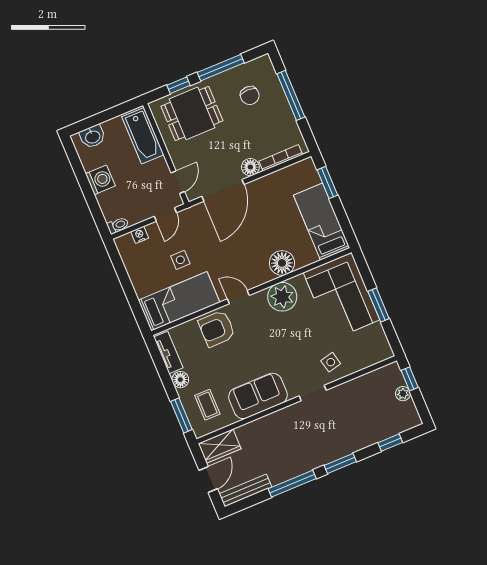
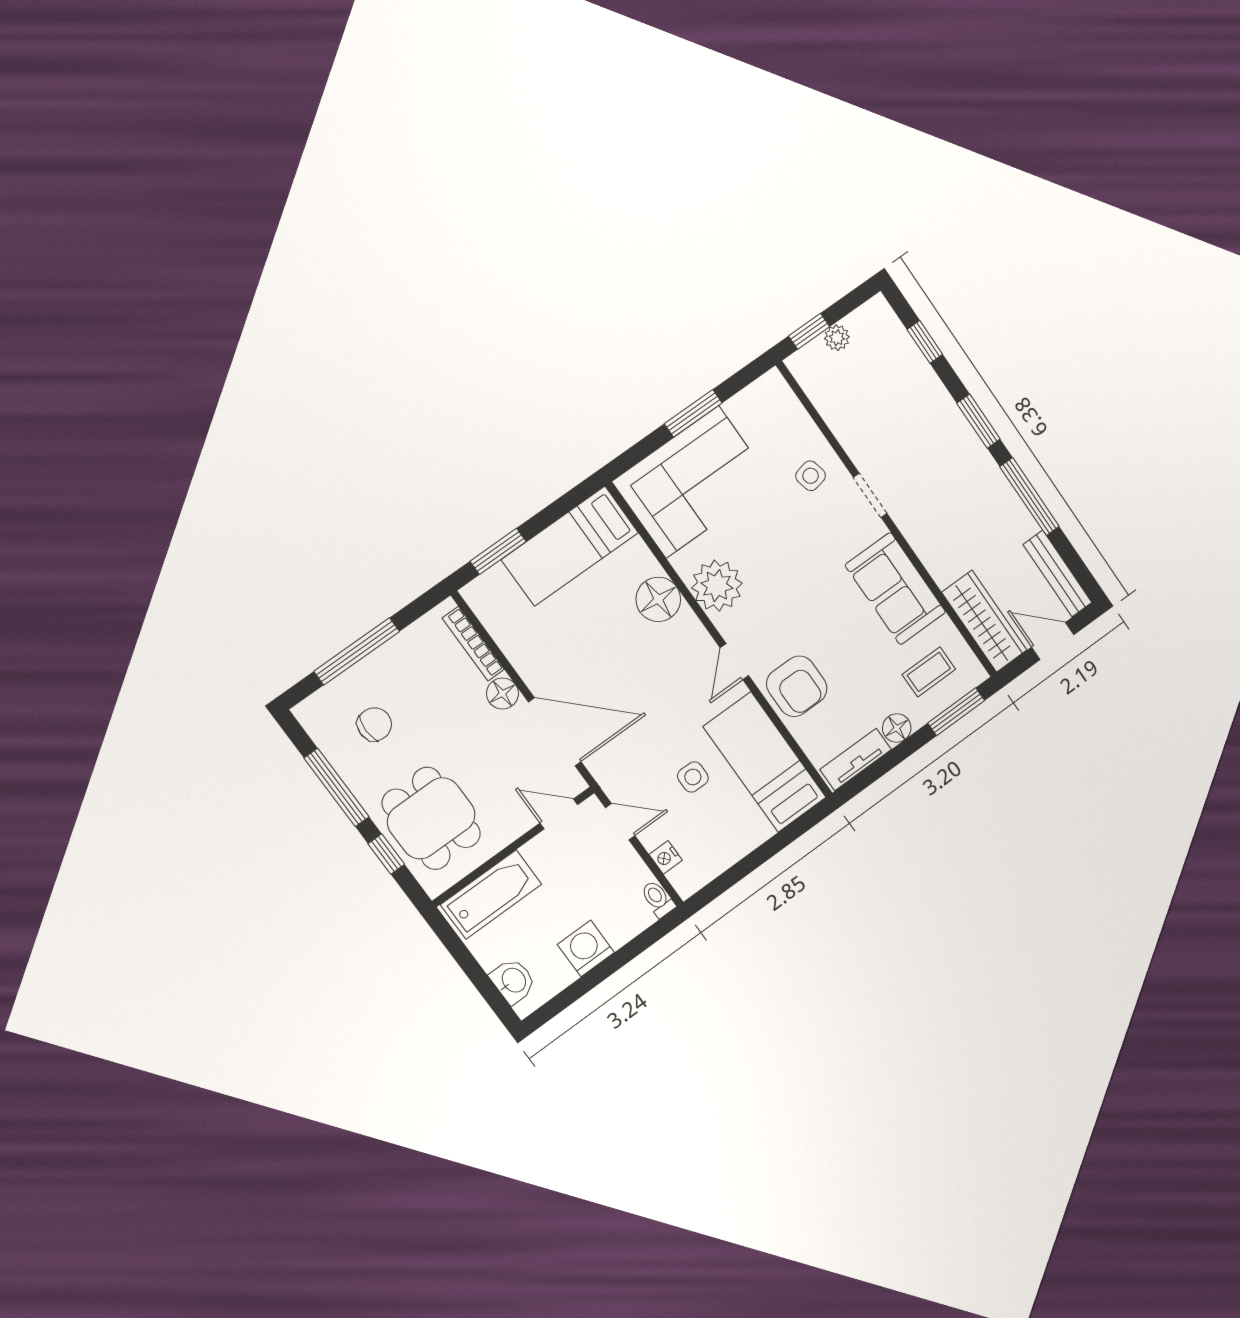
wardrobe: (220, 446) -> (984, 621), width x1.50

